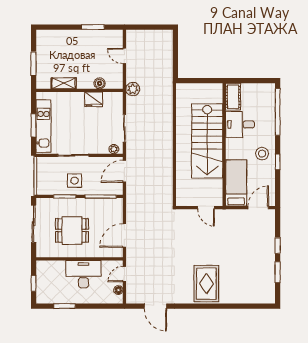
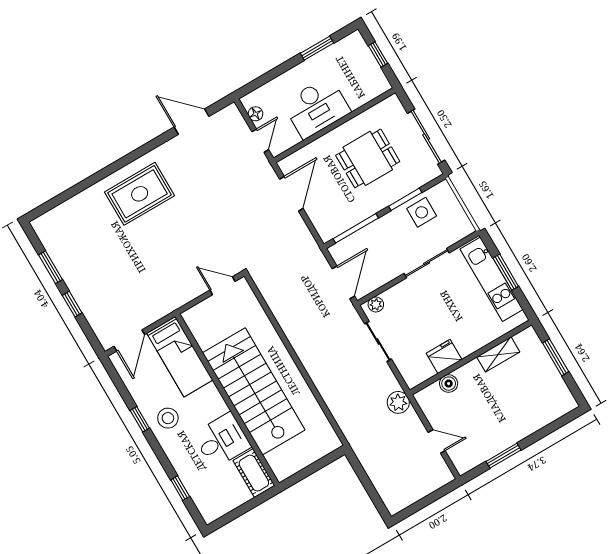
window: (278, 112) -> (180, 488), width x0.32
side table: (75, 181) -> (422, 212), moved
door: (206, 208) -> (222, 286), moved
rug: (206, 284) -> (140, 194), turned 90

